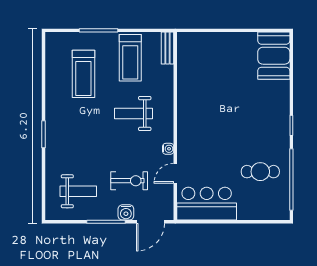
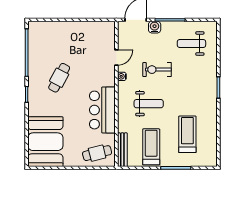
bench: (168, 48) -> (122, 150), width x1.36
cafe table: (200, 50) -> (97, 153), added
booth: (274, 56) -> (45, 142), width x1.36, depth x1.42
cafe table: (260, 172) -> (59, 78), moved, turned -62
exercise bike: (129, 181) -> (157, 70), moved
bar counter: (207, 204) -> (102, 110), moved, turned 90

